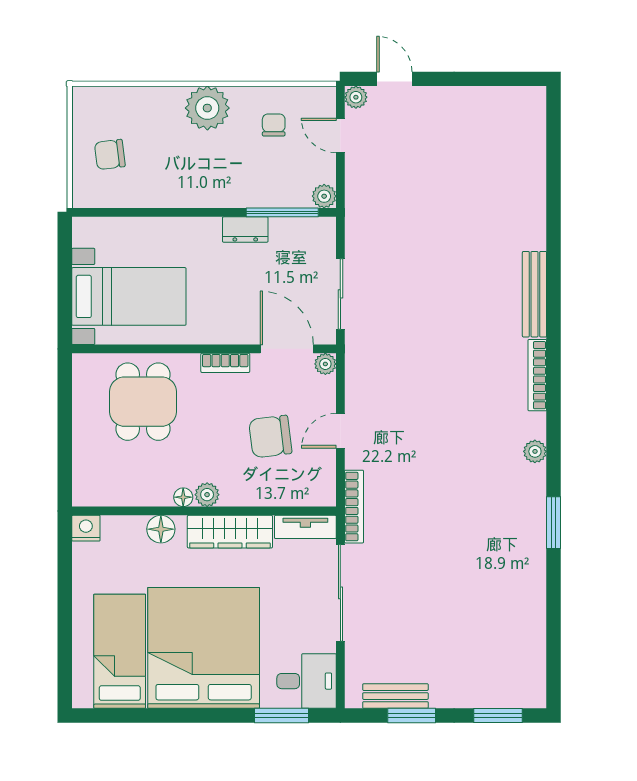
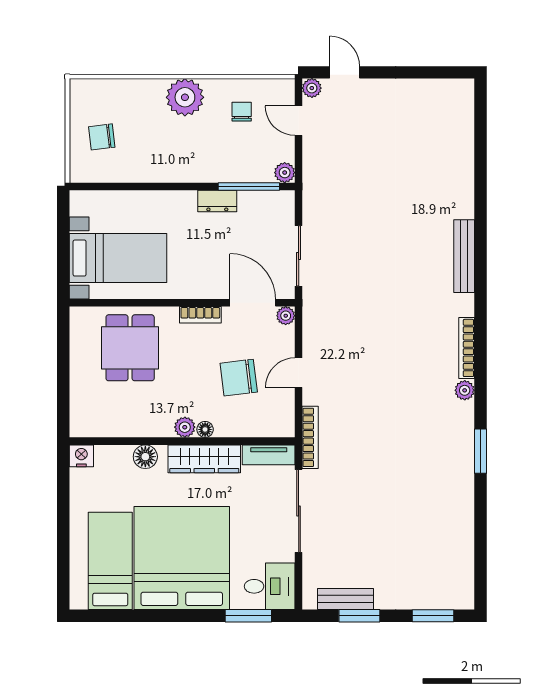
bookcase: (537, 375) -> (467, 348), moved
floor lamp: (183, 497) -> (205, 429), moved

